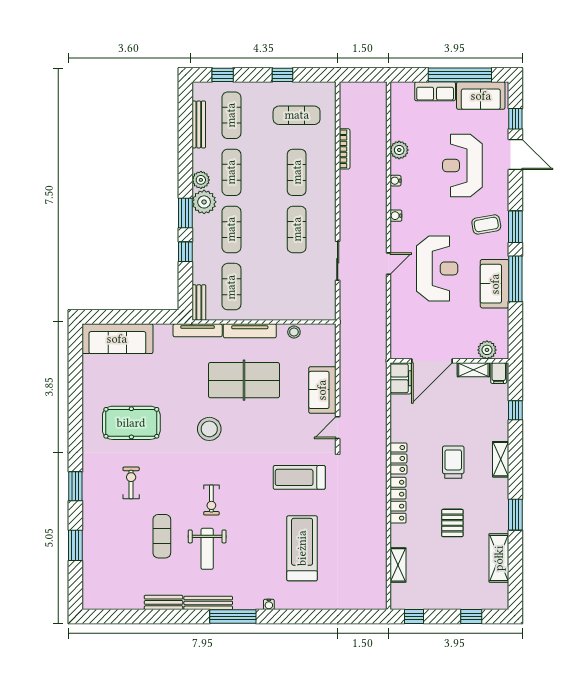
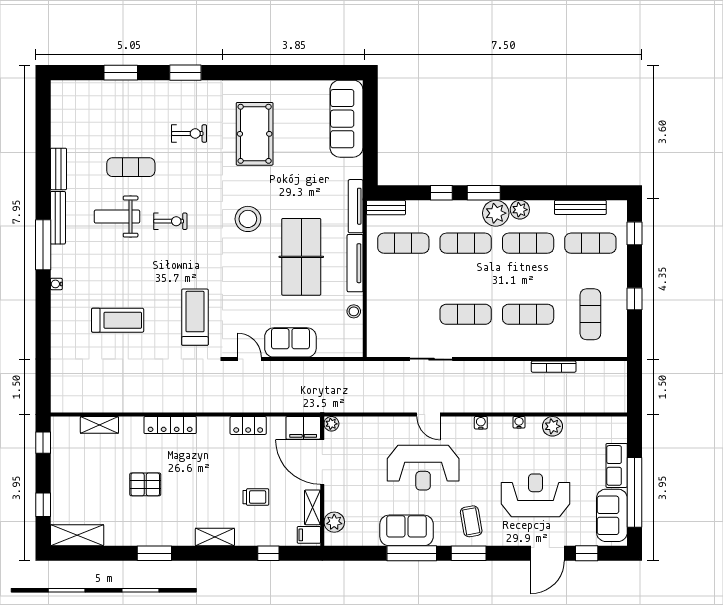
plant: (397, 352) -> (331, 424), added
locker: (398, 458) -> (248, 425), moved
trolley: (453, 462) -> (256, 497), moved, width x0.73, depth x0.72
exercise bike: (211, 500) -> (170, 221), turned 180
treadmill: (302, 548) -> (118, 320), width x0.73, depth x0.73
shelving: (499, 558) -> (77, 535), moved

